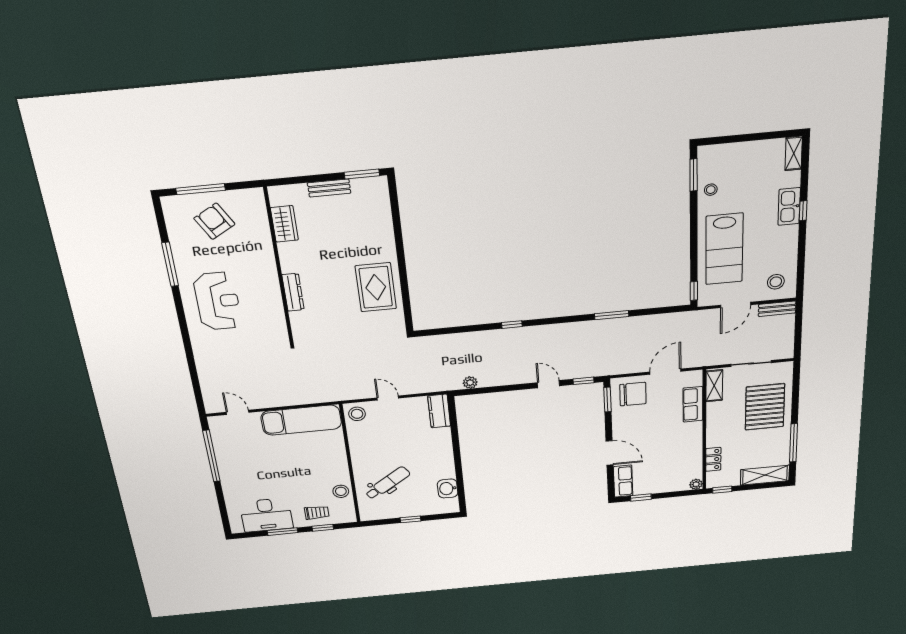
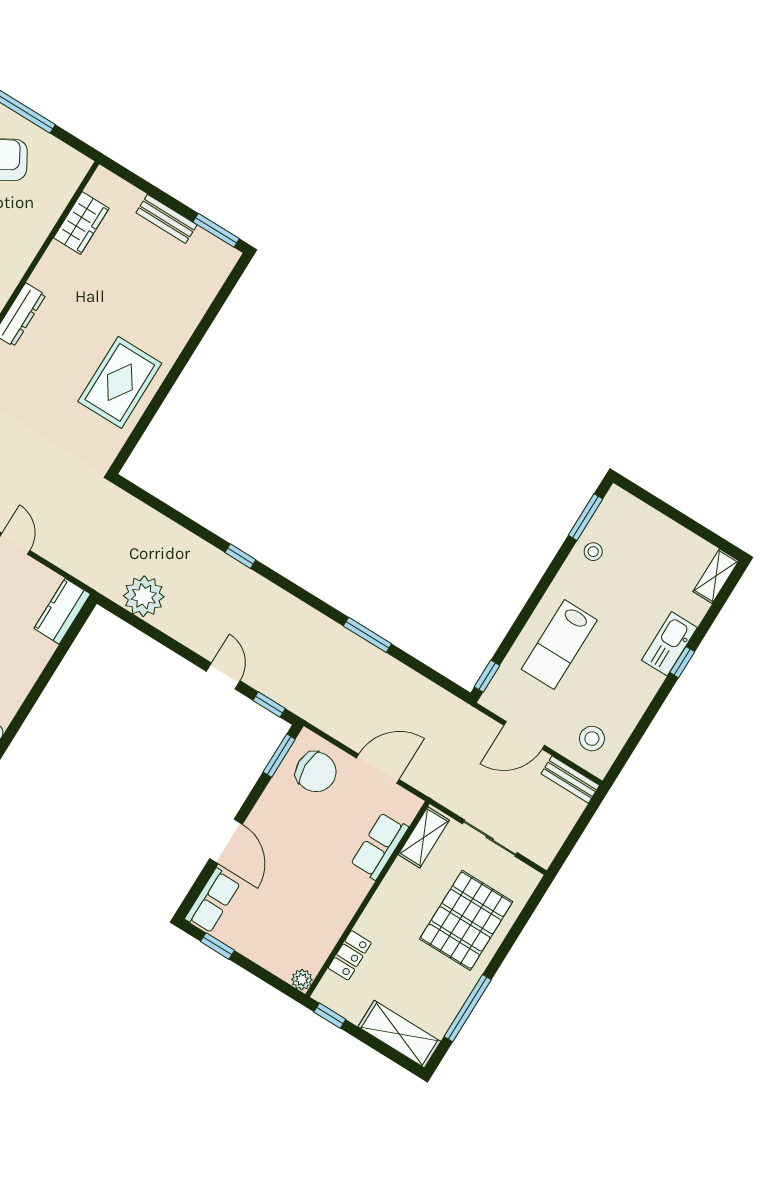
lab bench: (724, 249) -> (559, 645), width x0.73, depth x0.72
plant: (470, 383) -> (144, 596), width x1.88, depth x1.88

